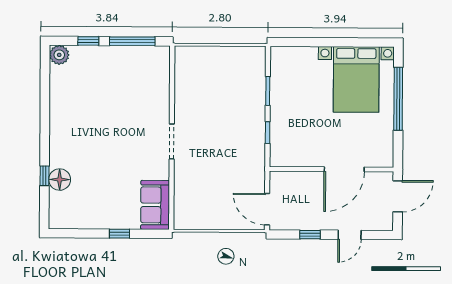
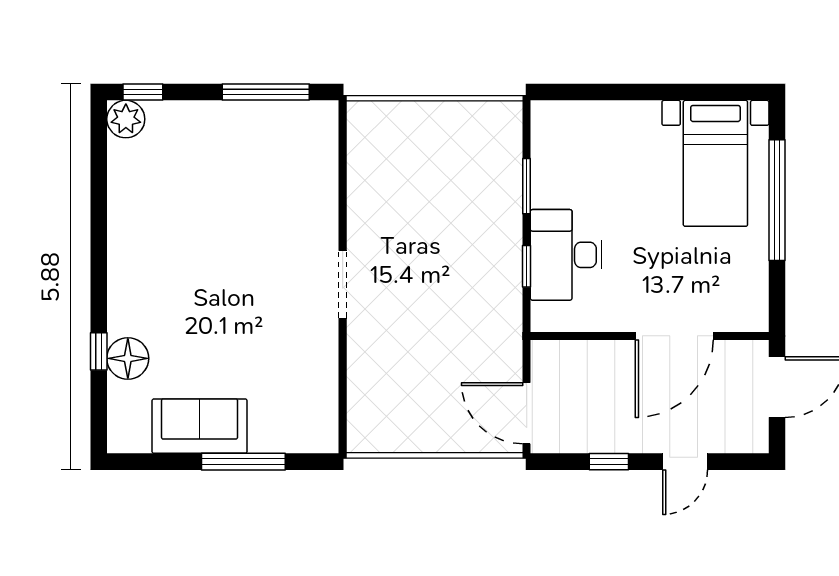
window: (88, 41) -> (143, 92), moved
bed with nightstands: (356, 79) -> (715, 163), width x0.73
desk: (288, 127) -> (566, 255), added
sofa: (155, 205) -> (200, 426), moved, turned 90
window: (119, 234) -> (243, 462), width x2.17

